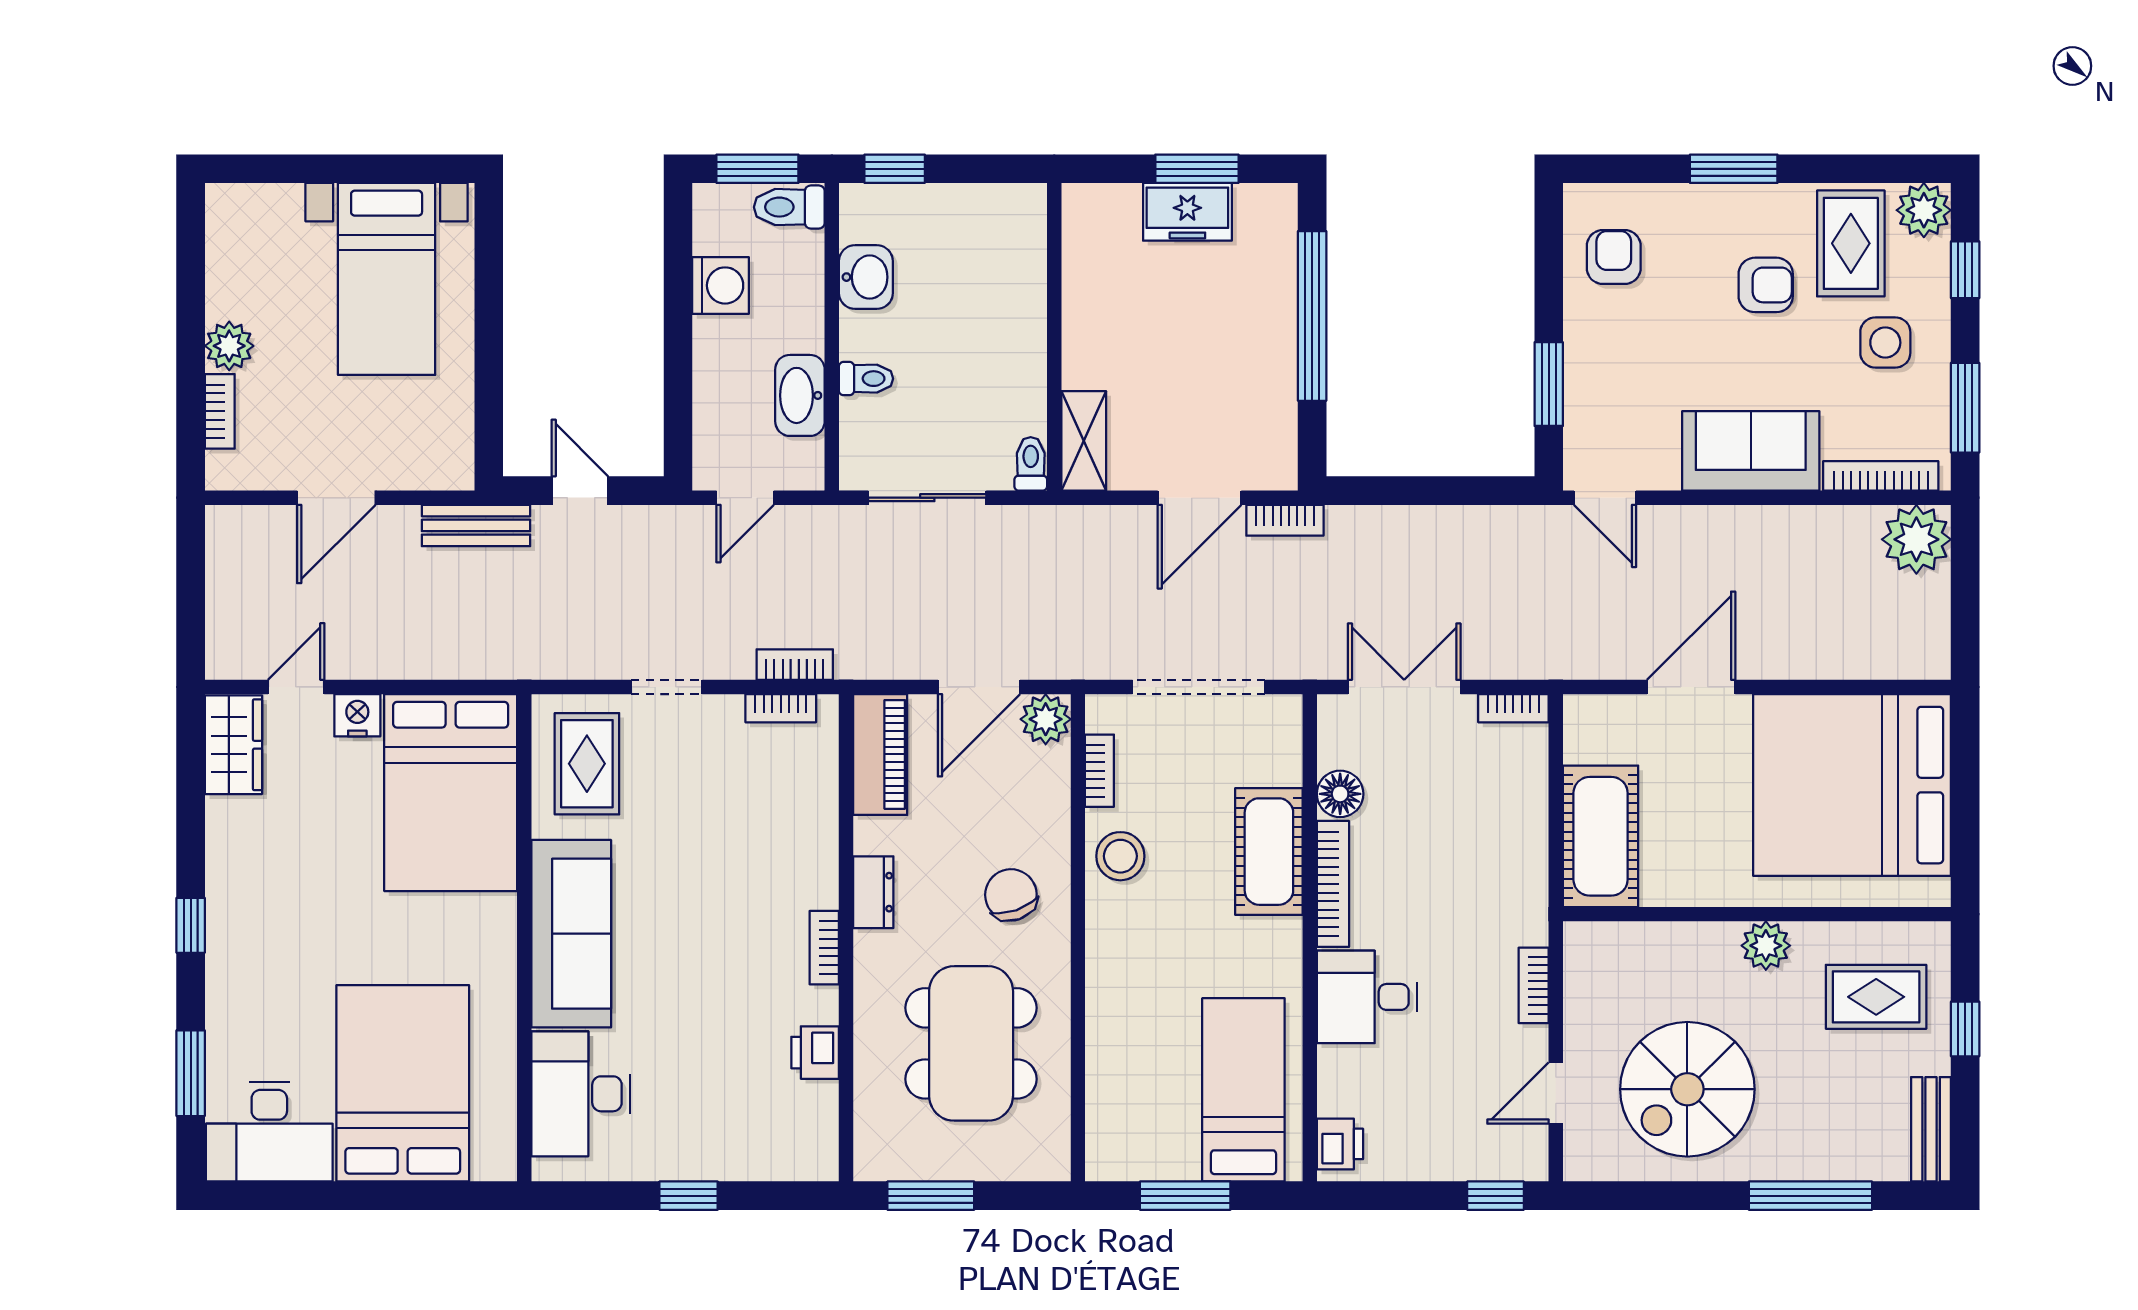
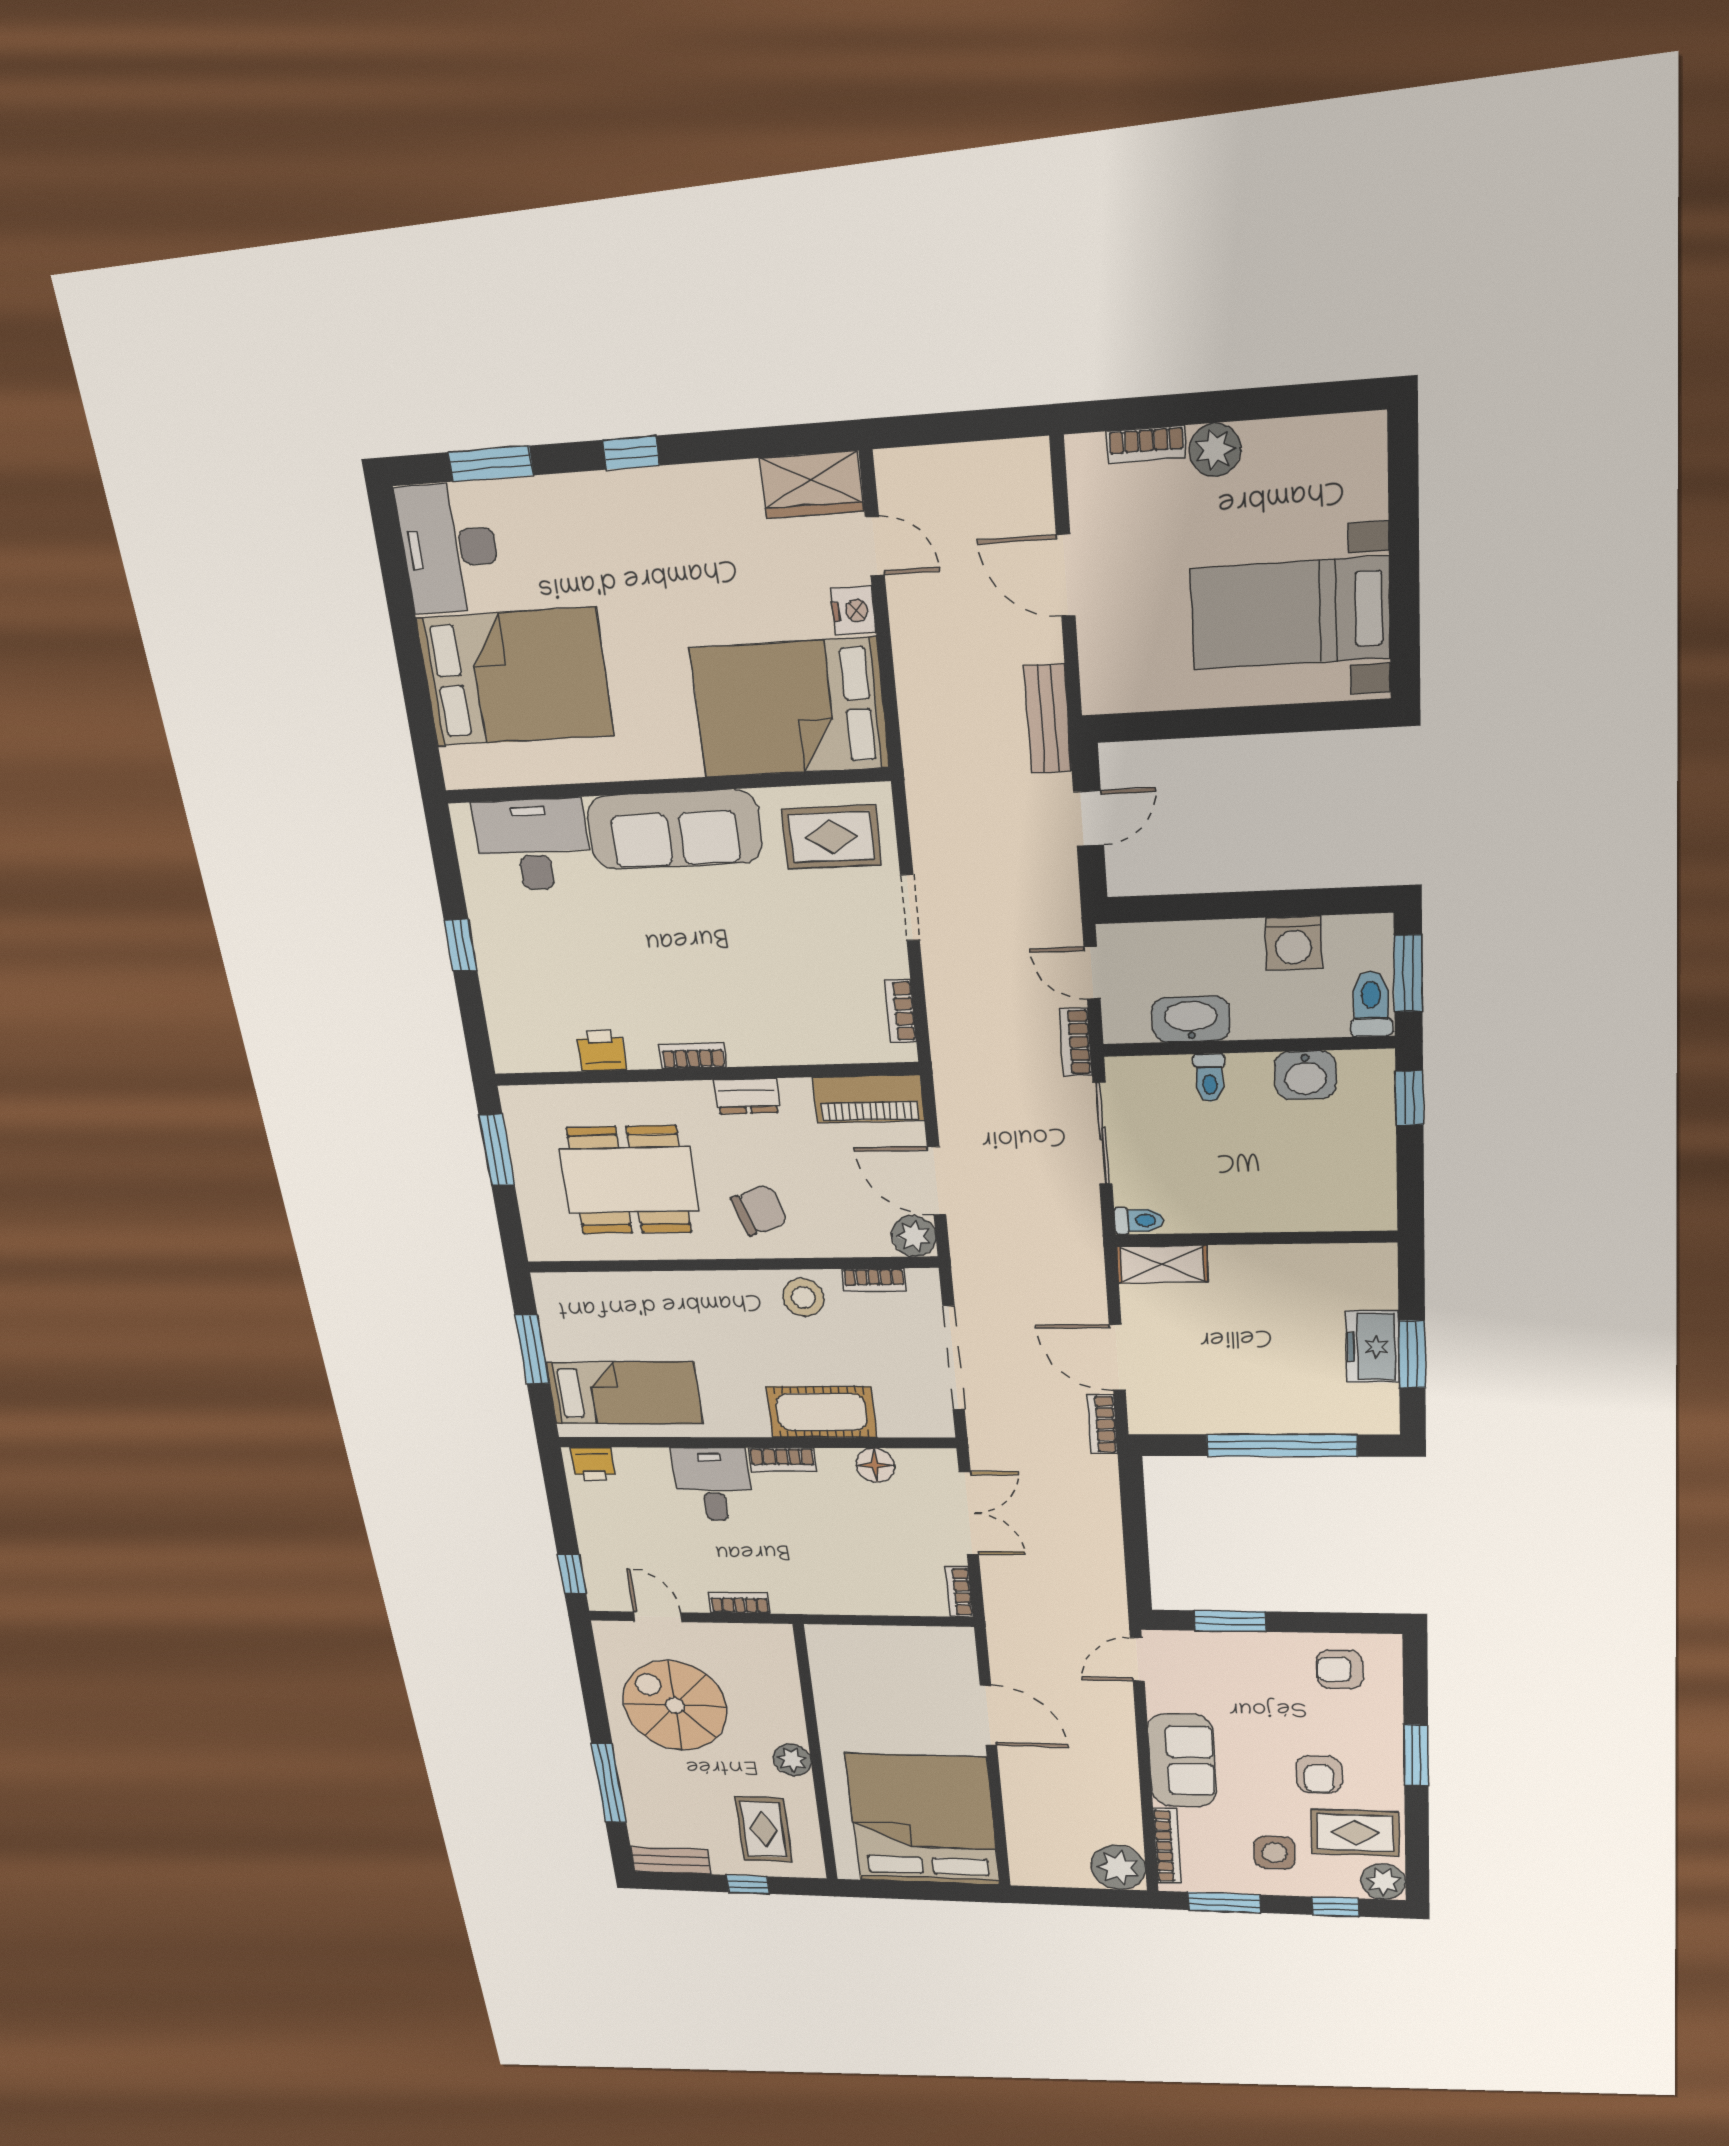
armchair: (1614, 257) -> (1340, 1669), turned 180
bookcase: (795, 665) -> (1076, 1042), moved, turned 180
cot: (1601, 836) -> (863, 1651), removed
bookcase: (1333, 884) -> (782, 1460), width x0.64

